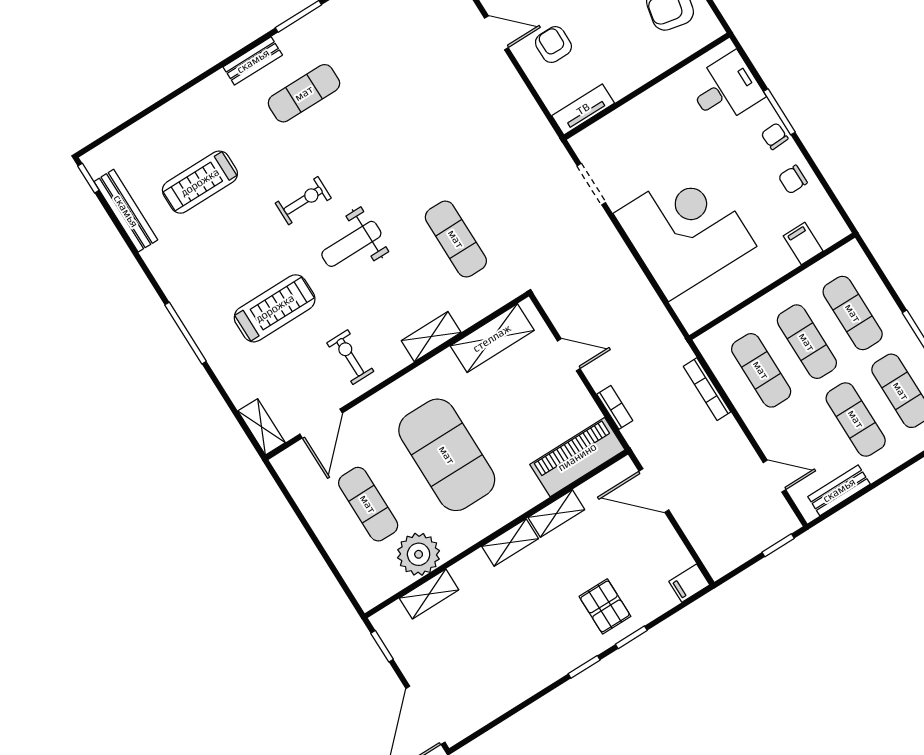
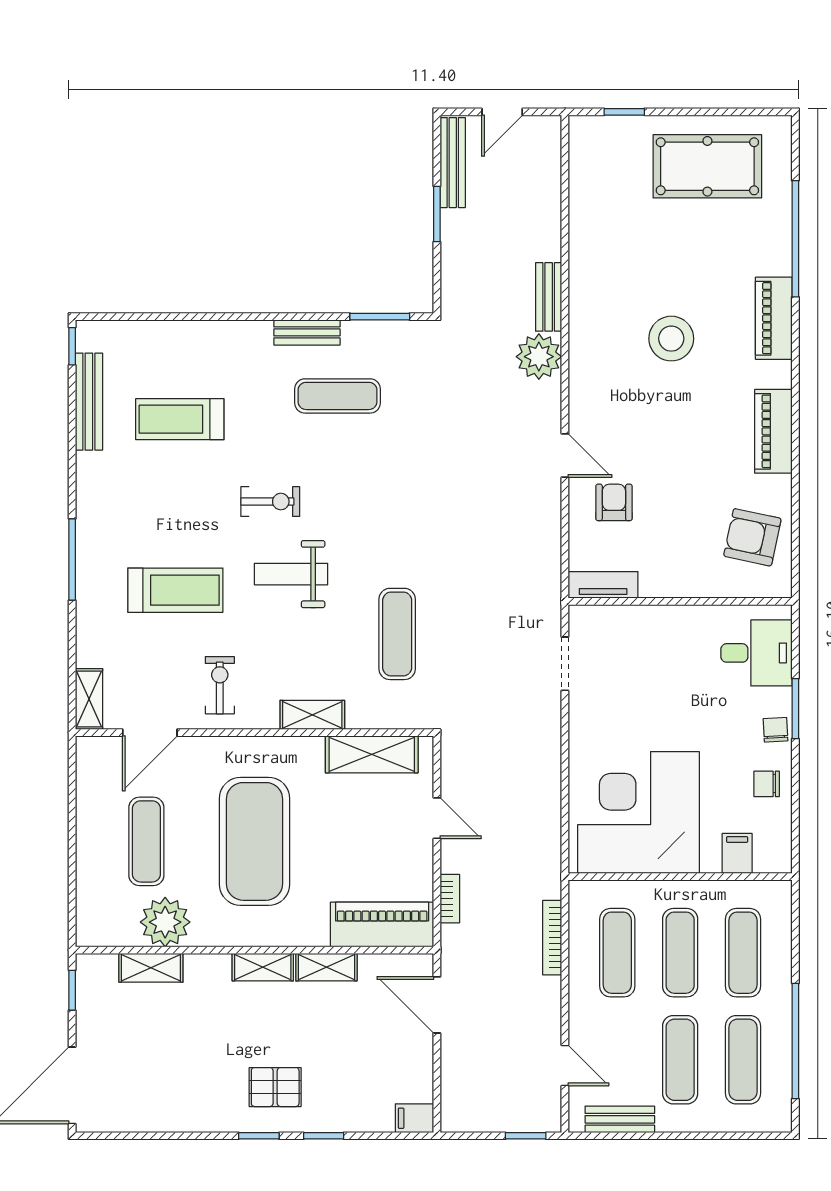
corner desk: (685, 230) -> (638, 812), moved, turned -90
pallet: (605, 606) -> (275, 1087), moved, turned 90

